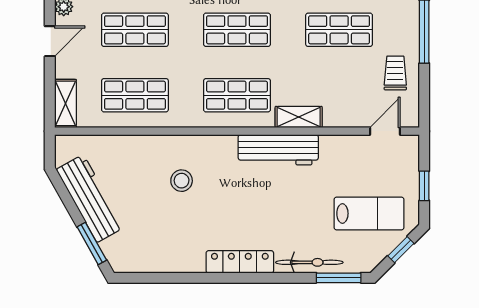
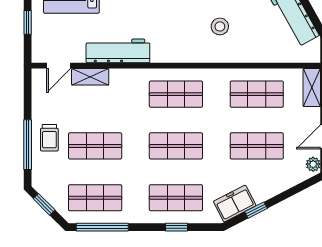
trolley: (395, 73) -> (49, 138), moved
shelving: (299, 117) -> (90, 77), moved
workbench: (278, 150) -> (118, 51), moved

